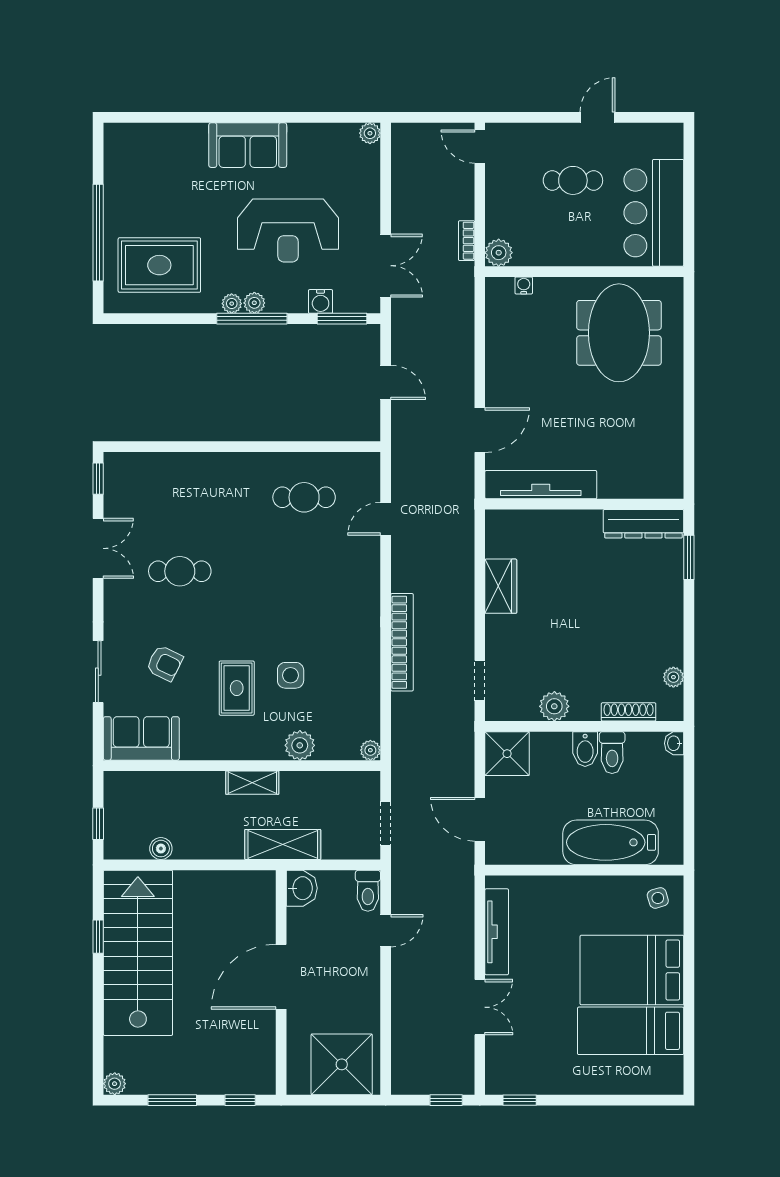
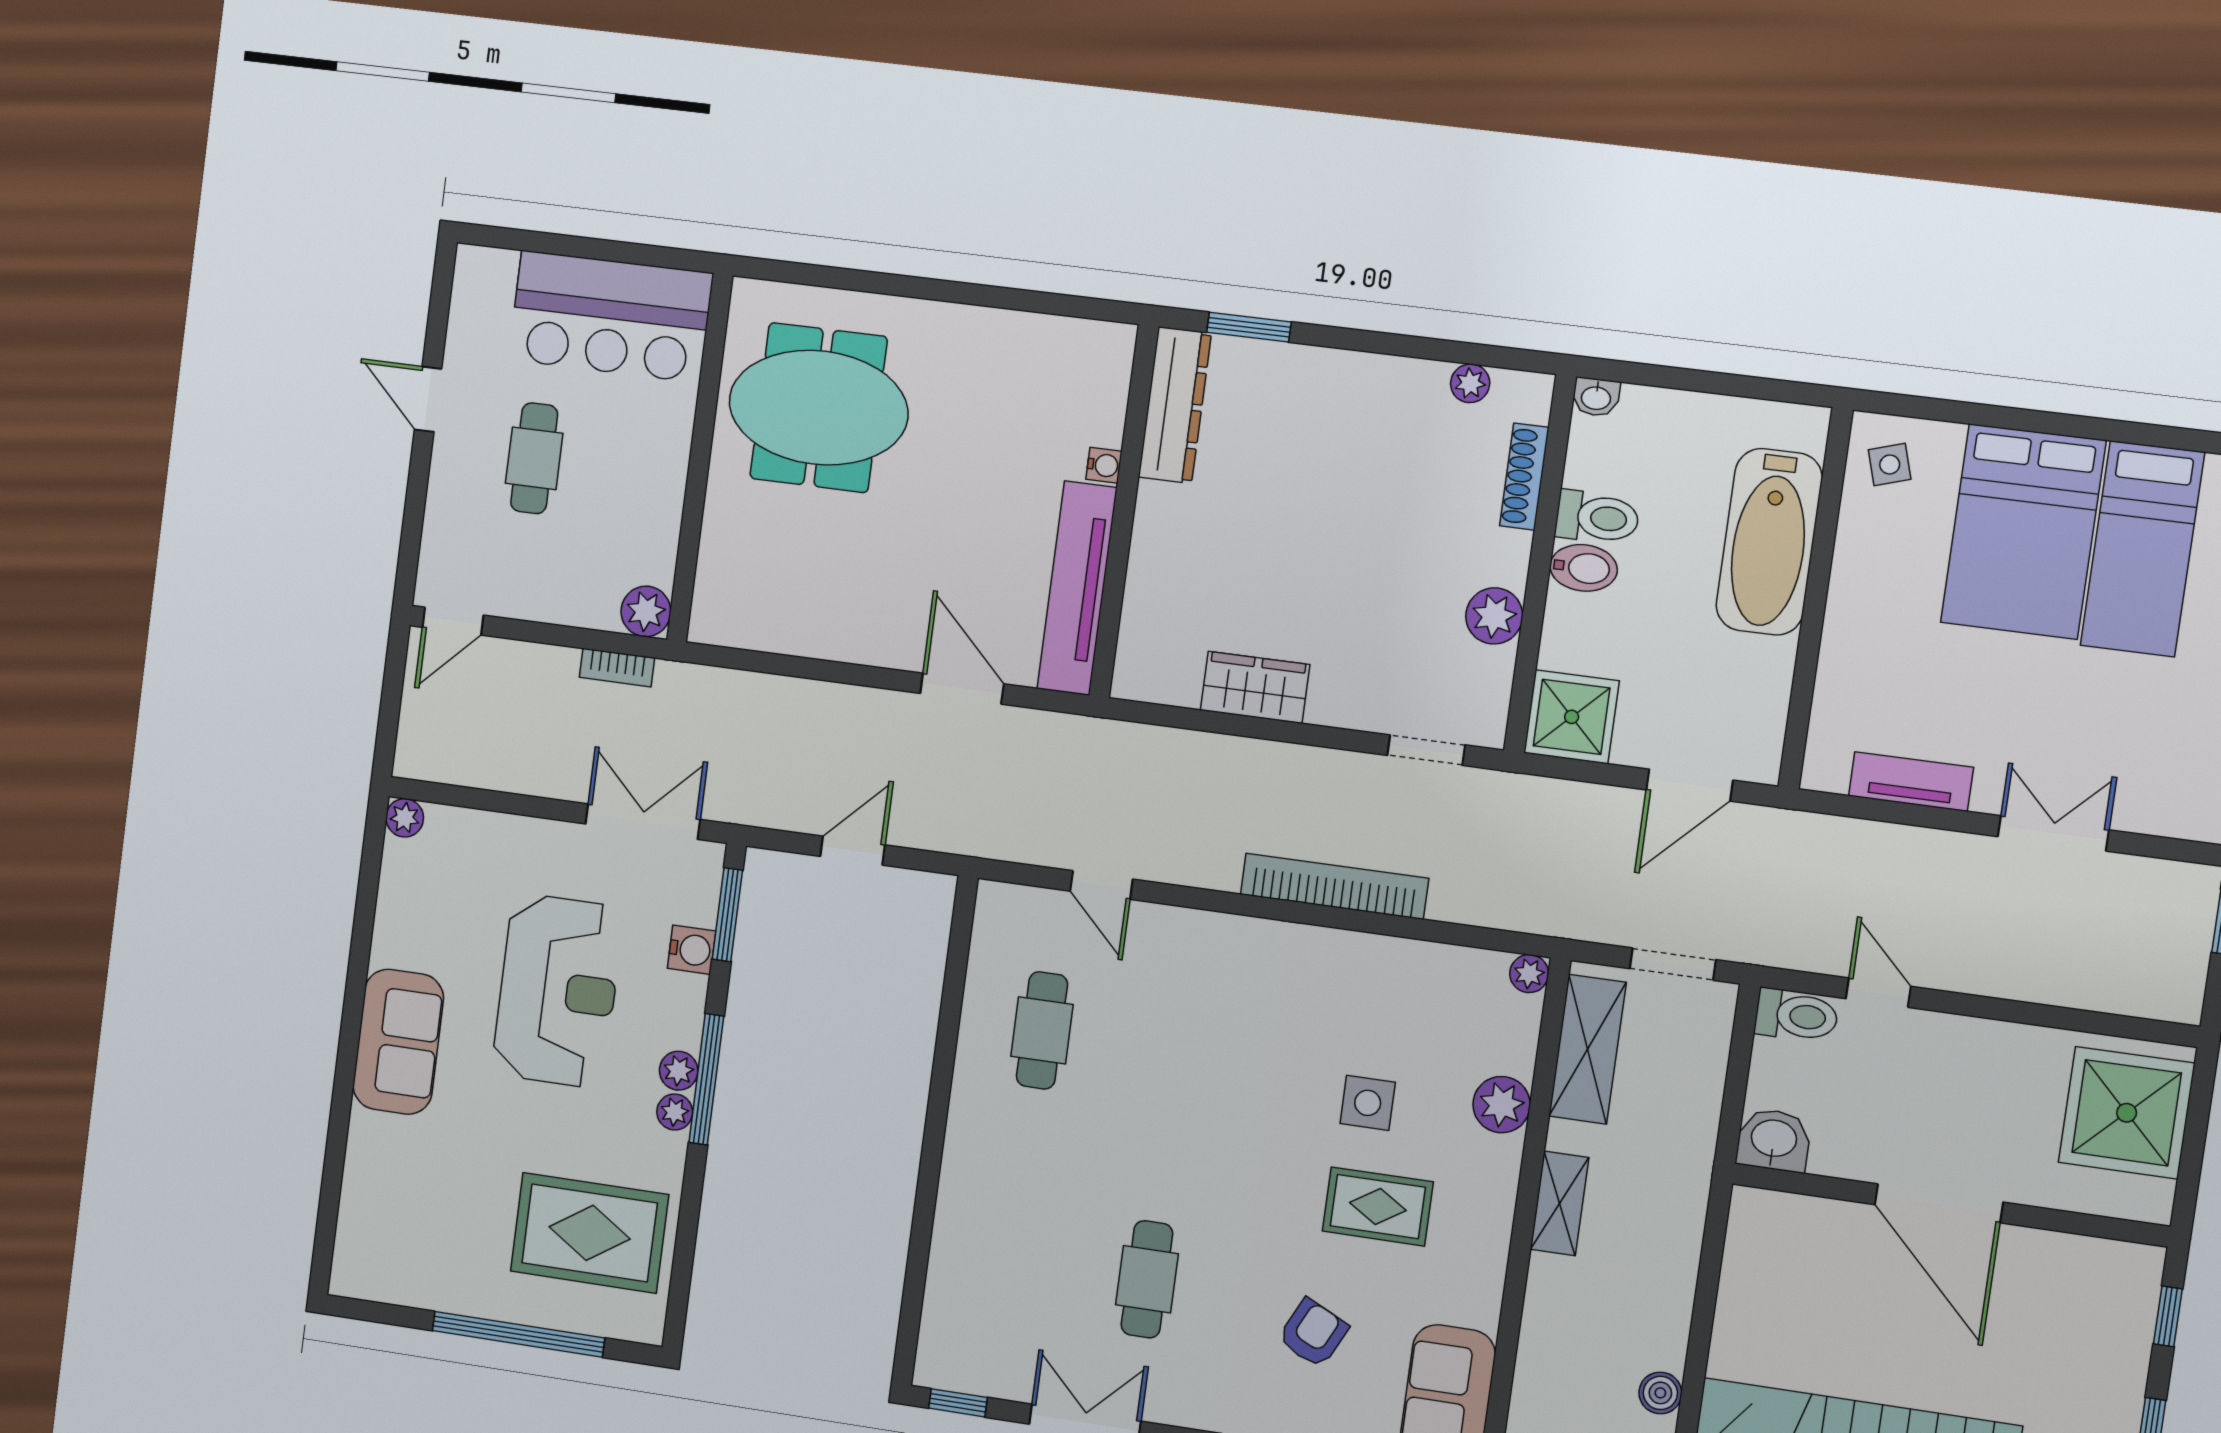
rug: (159, 265) -> (590, 1233), turned 90
water cooler: (524, 285) -> (1104, 465), moved, turned 180
shelving: (283, 844) -> (1588, 1049), moved
tv unit: (497, 932) -> (1911, 782), width x0.71

